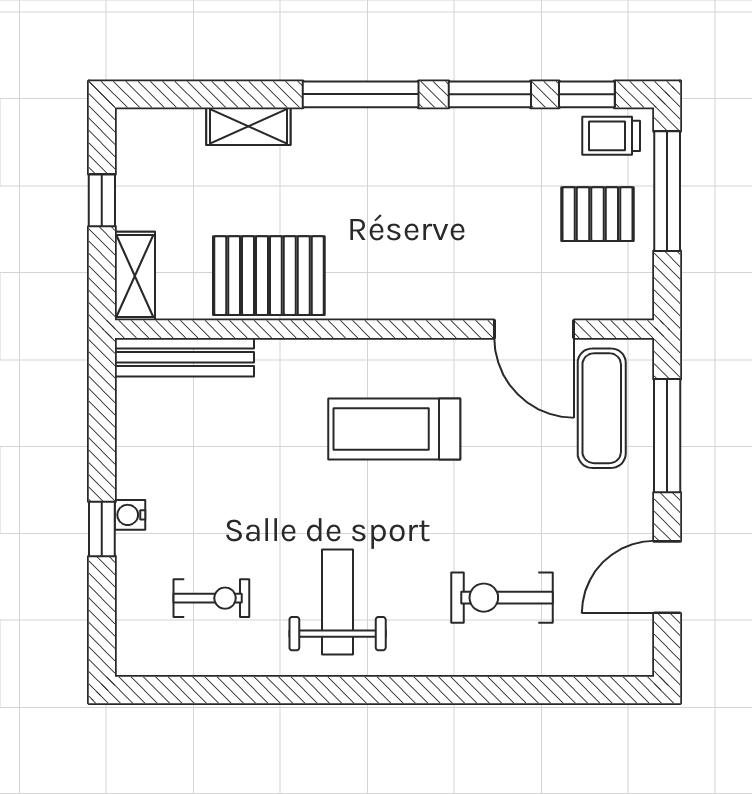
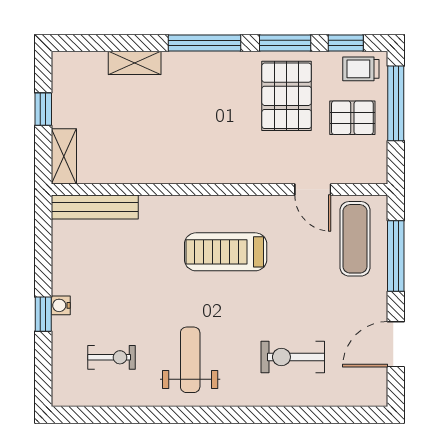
pallet: (269, 276) -> (287, 96), moved, turned 90
door: (534, 329) -> (313, 189), width x0.73

